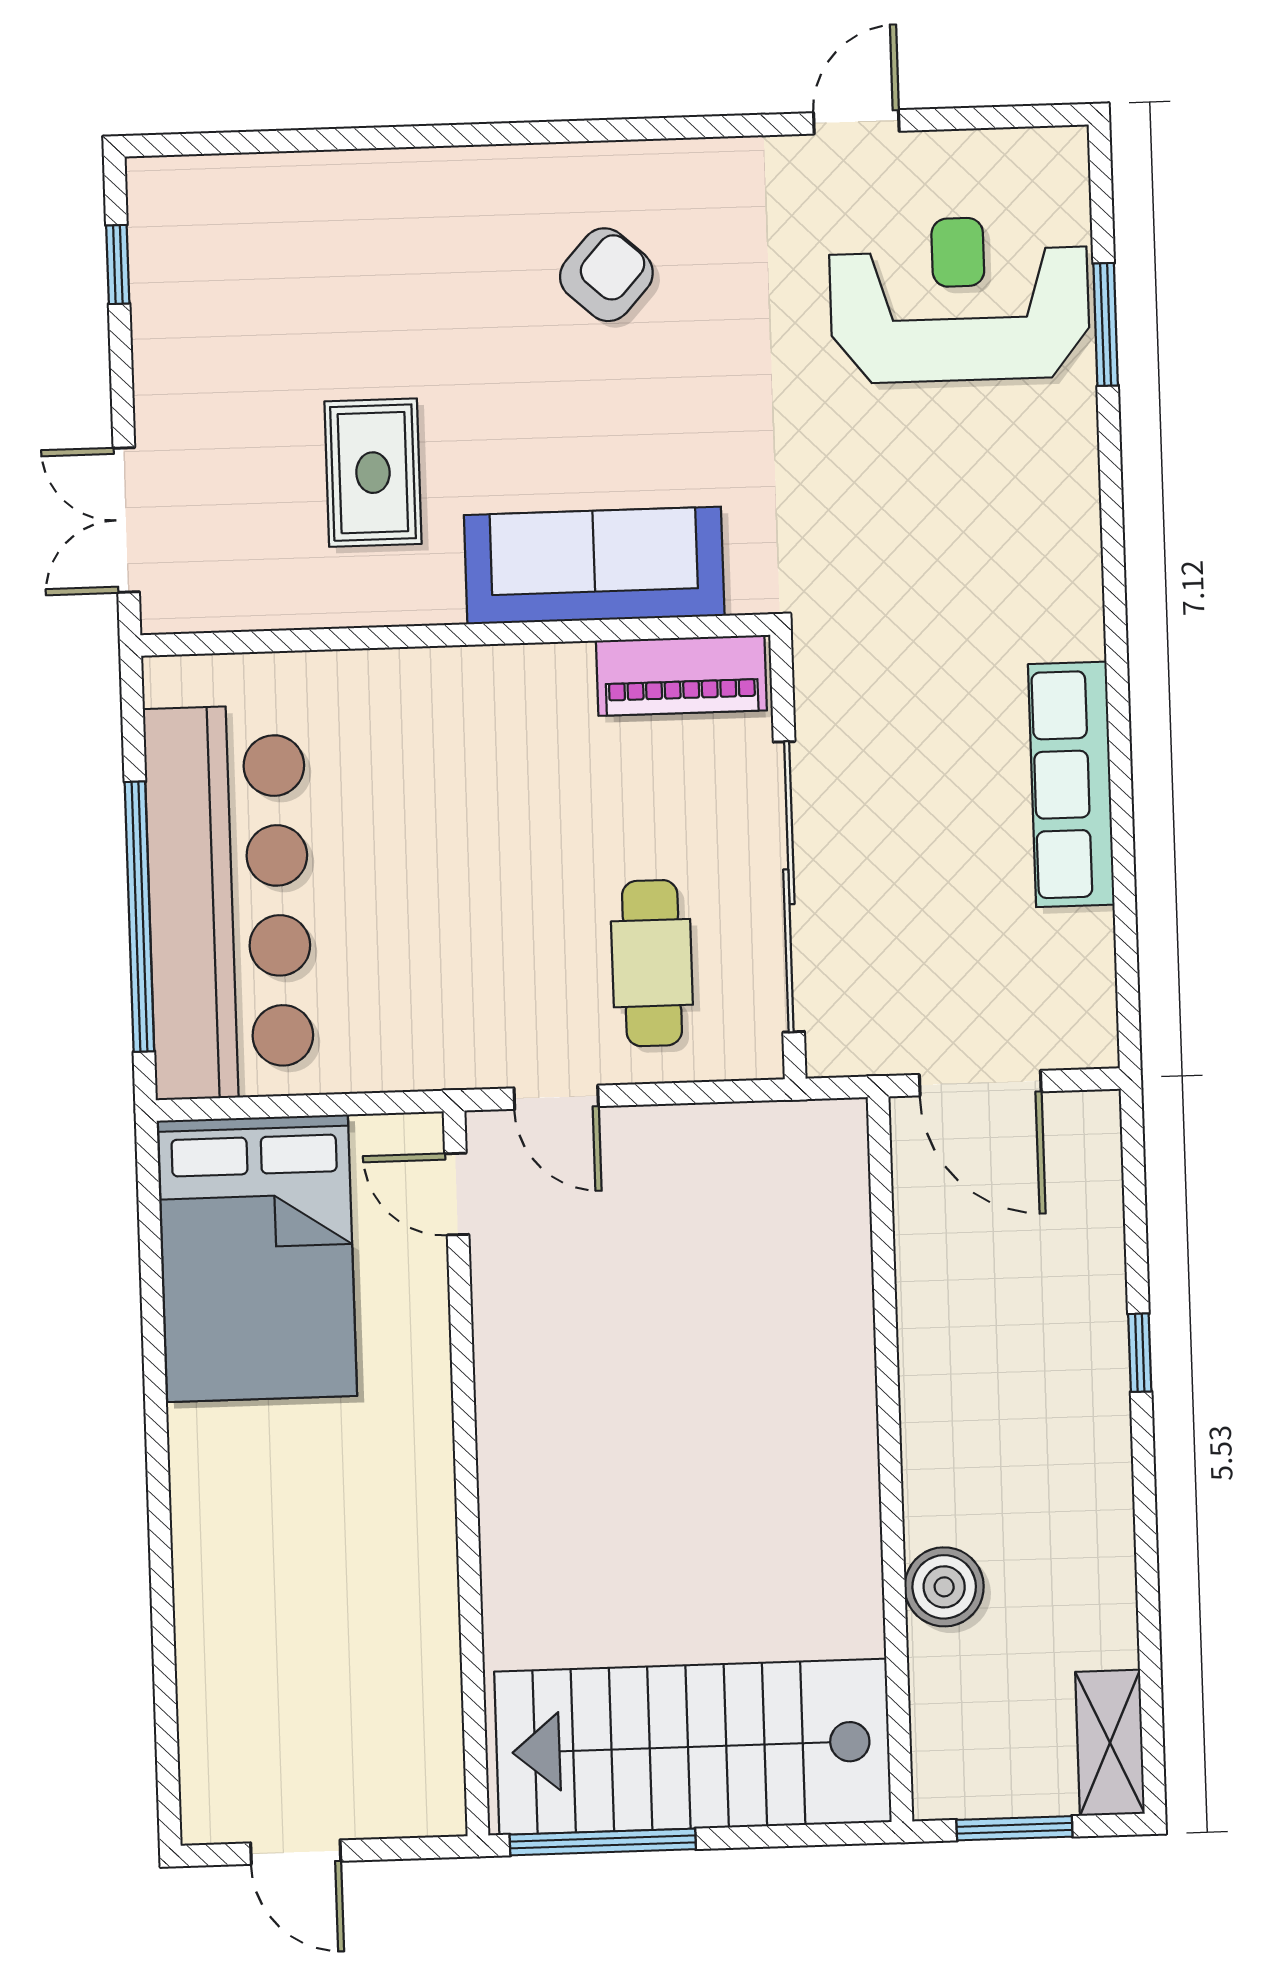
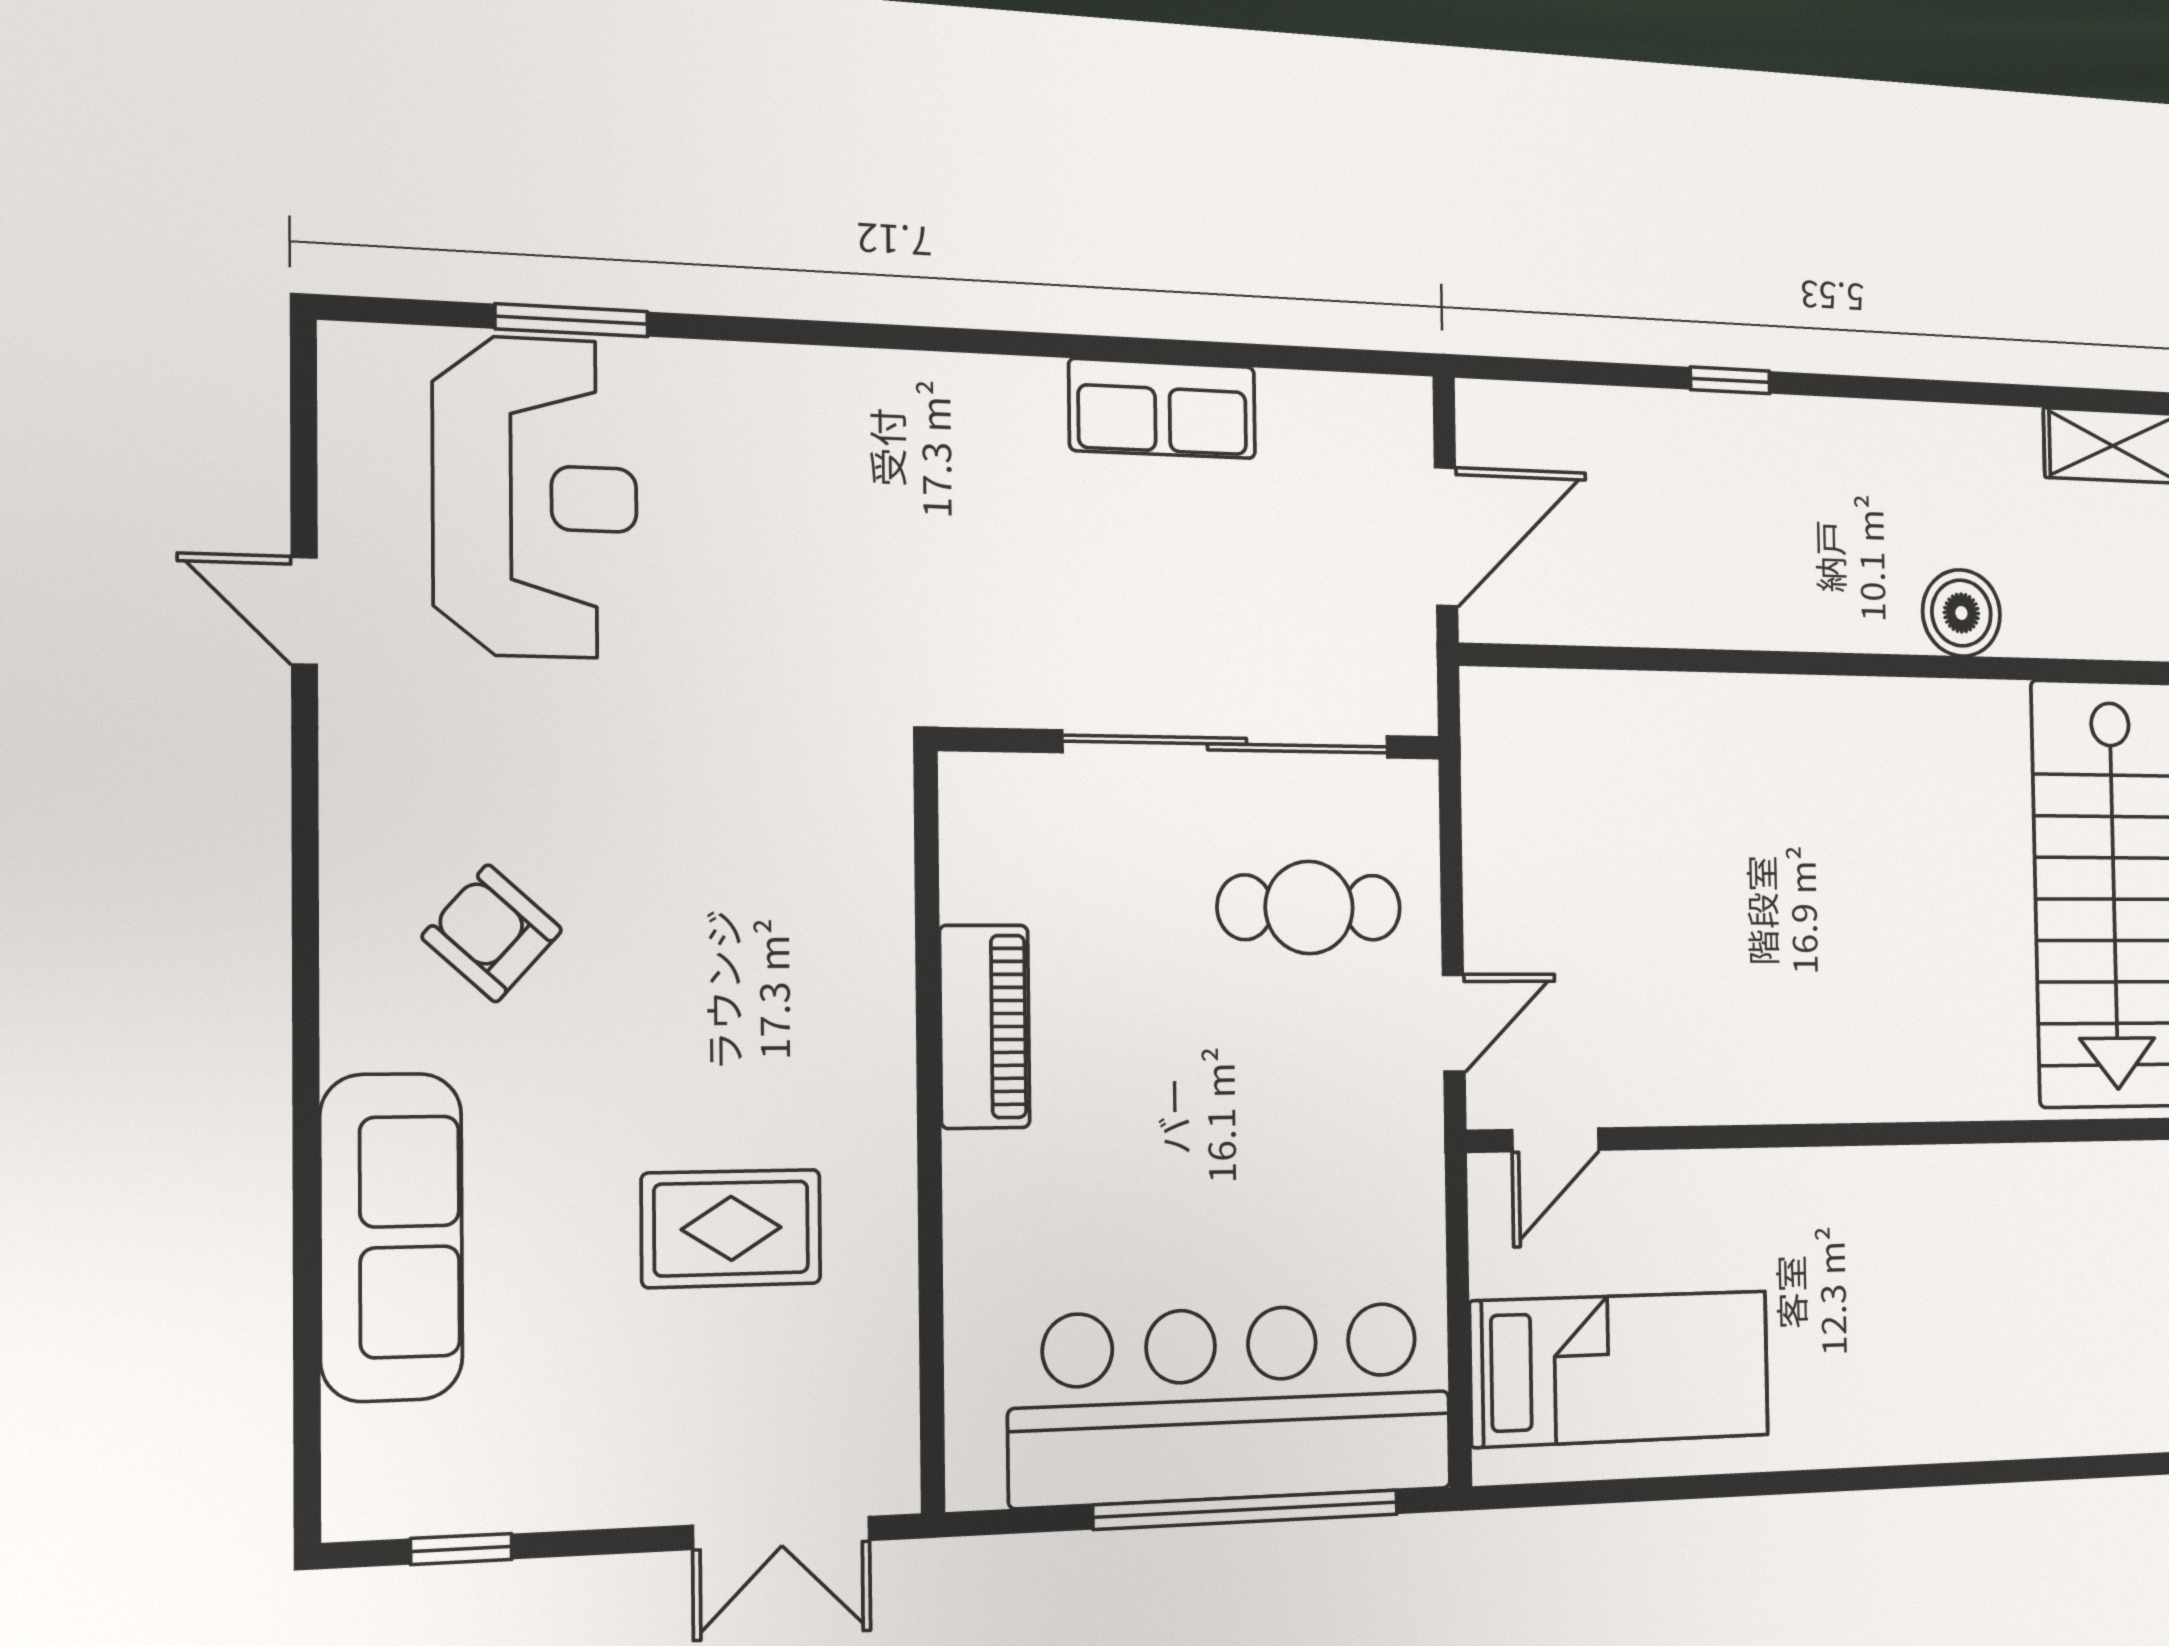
reception desk: (959, 299) -> (535, 497), turned 180
sofa: (594, 565) -> (391, 1237), moved, turned 180
piano: (681, 676) -> (985, 1027), moved
row of seats: (1071, 784) -> (1162, 409), width x0.68
bed: (257, 1258) -> (1620, 1369), width x0.67

